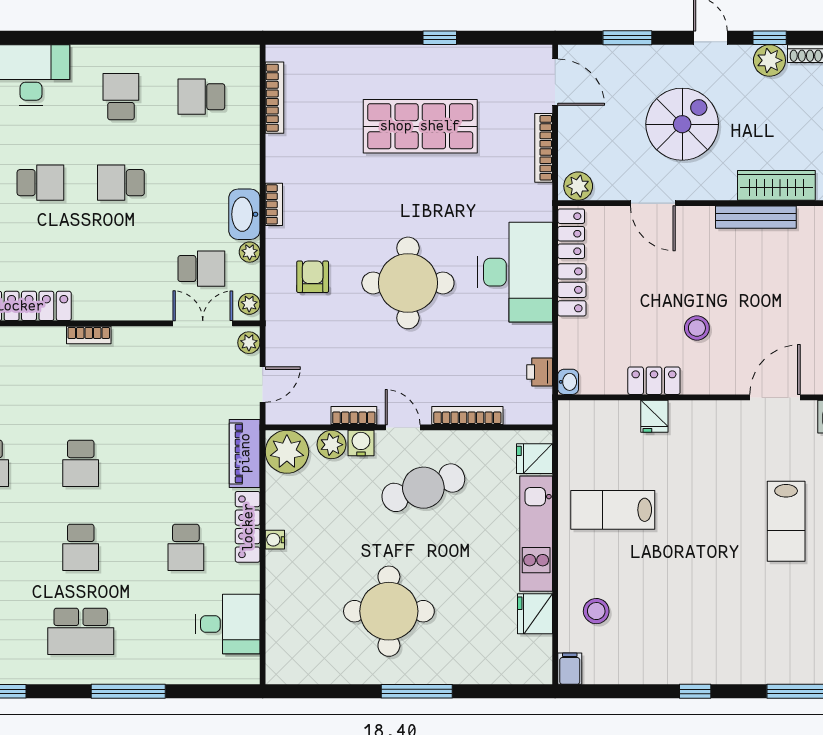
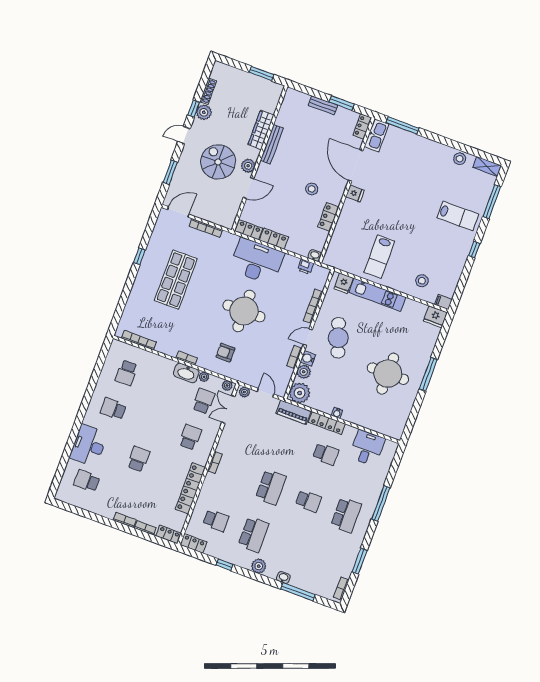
school desk: (121, 183) -> (190, 437), moved, turned 180
plant: (578, 186) -> (248, 166), moved
door: (775, 397) -> (356, 165), width x1.36
fridge: (654, 416) -> (355, 194), moved
school desk: (81, 463) -> (271, 487), width x1.85
lab bench: (786, 521) -> (458, 216), moved
fridge: (535, 614) -> (435, 317), moved

